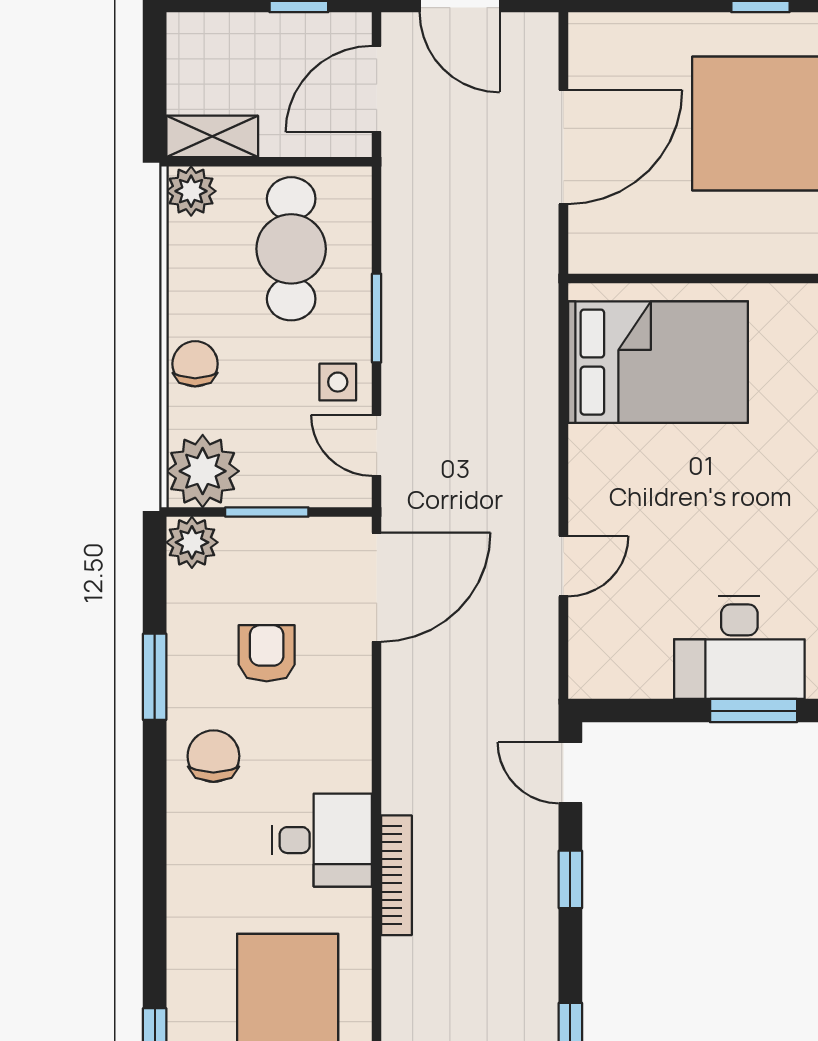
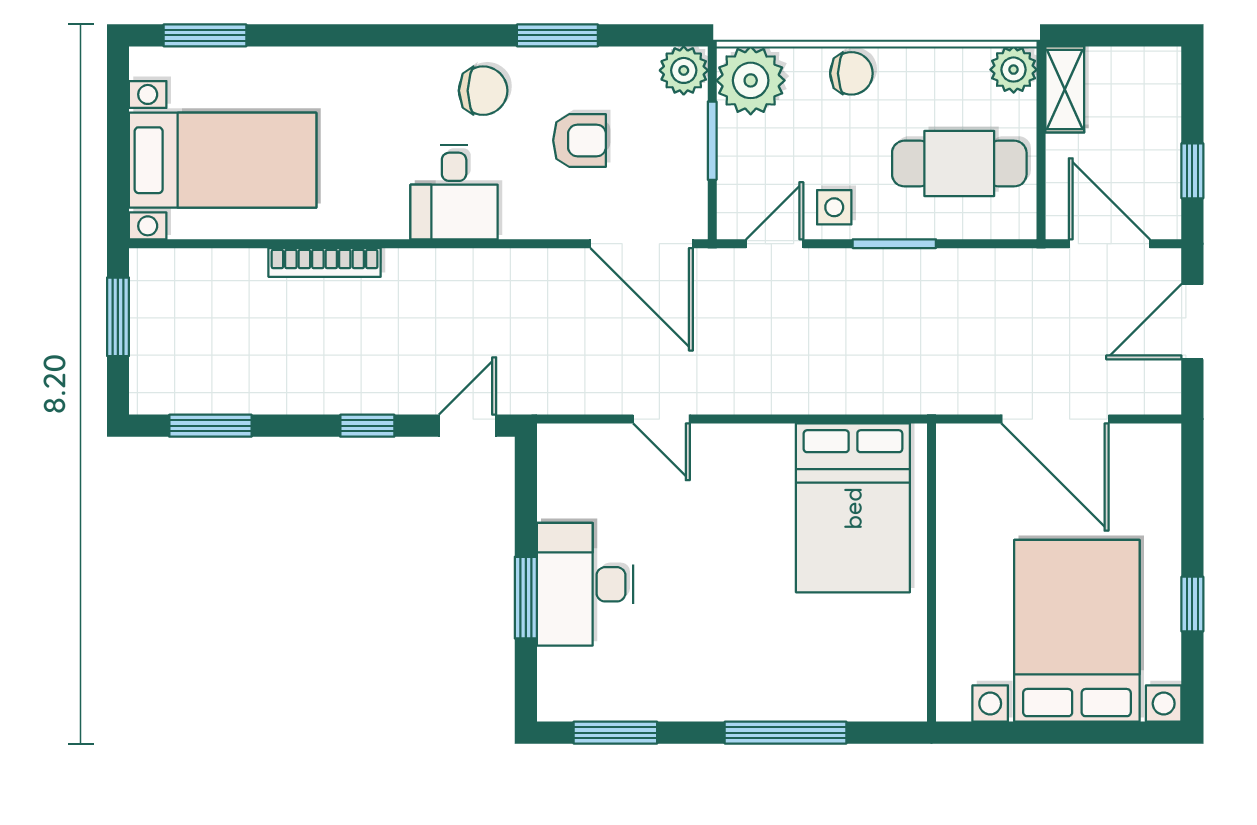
desk: (322, 840) -> (454, 192), moved
bookcase: (397, 875) -> (325, 262), moved

